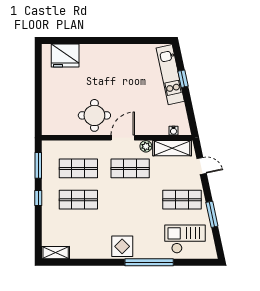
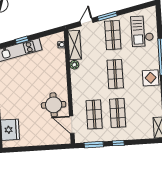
door: (123, 138) -> (72, 125), moved
shop shelf: (130, 168) -> (115, 74), moved
window: (212, 214) -> (107, 16), moved

